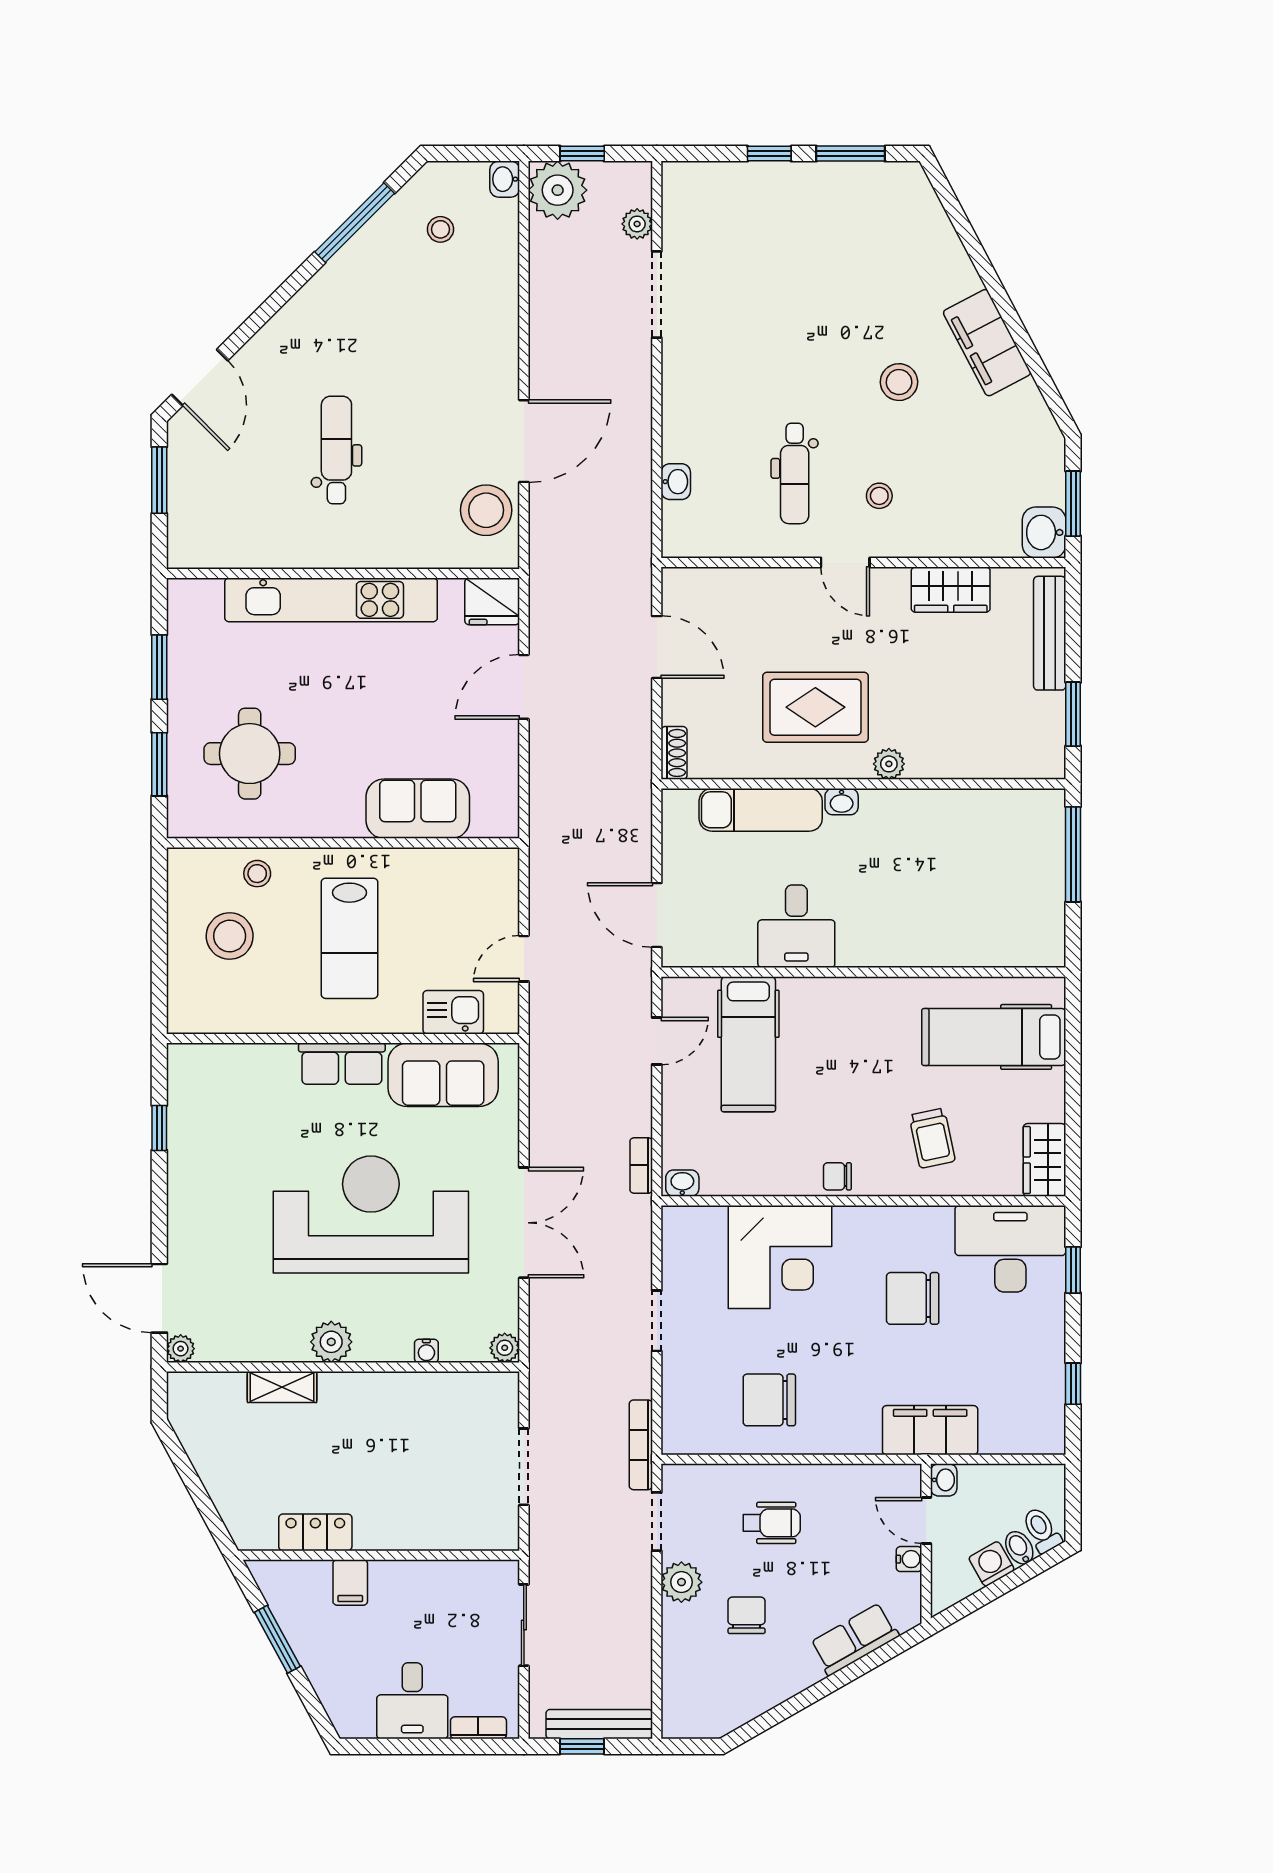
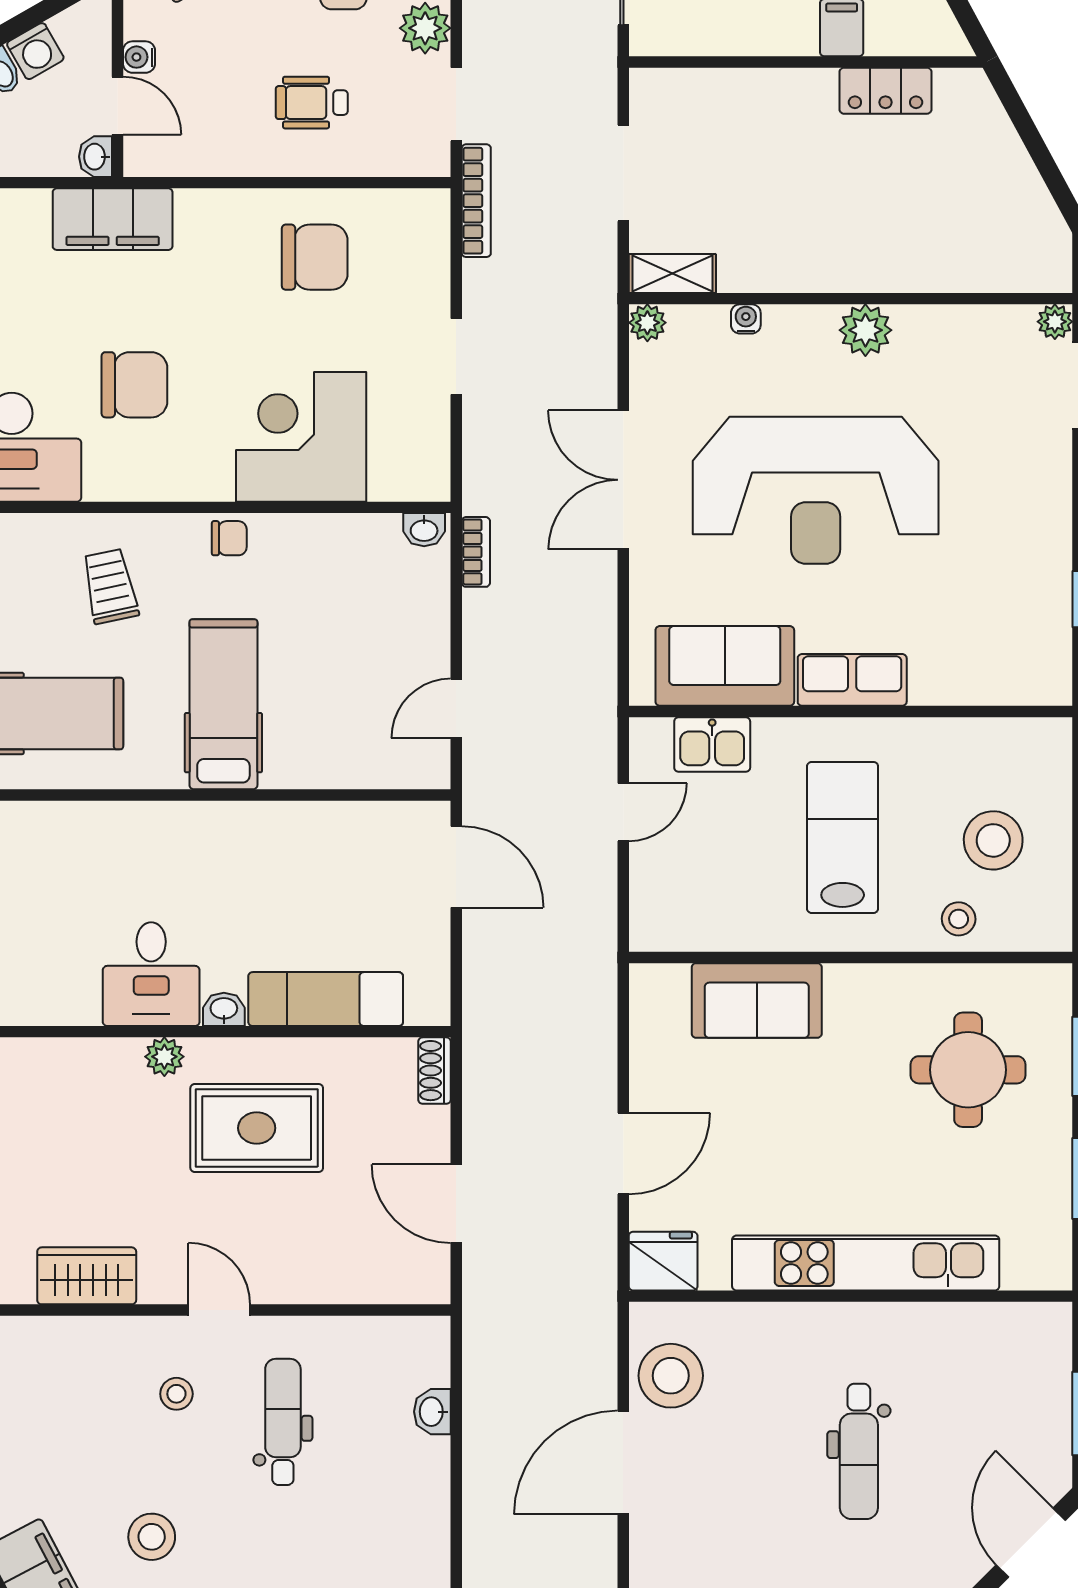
desk: (796, 926) -> (151, 974), moved, turned 180
hospital bed: (748, 1044) -> (223, 704), moved
shelving: (282, 1387) -> (672, 273), moved

